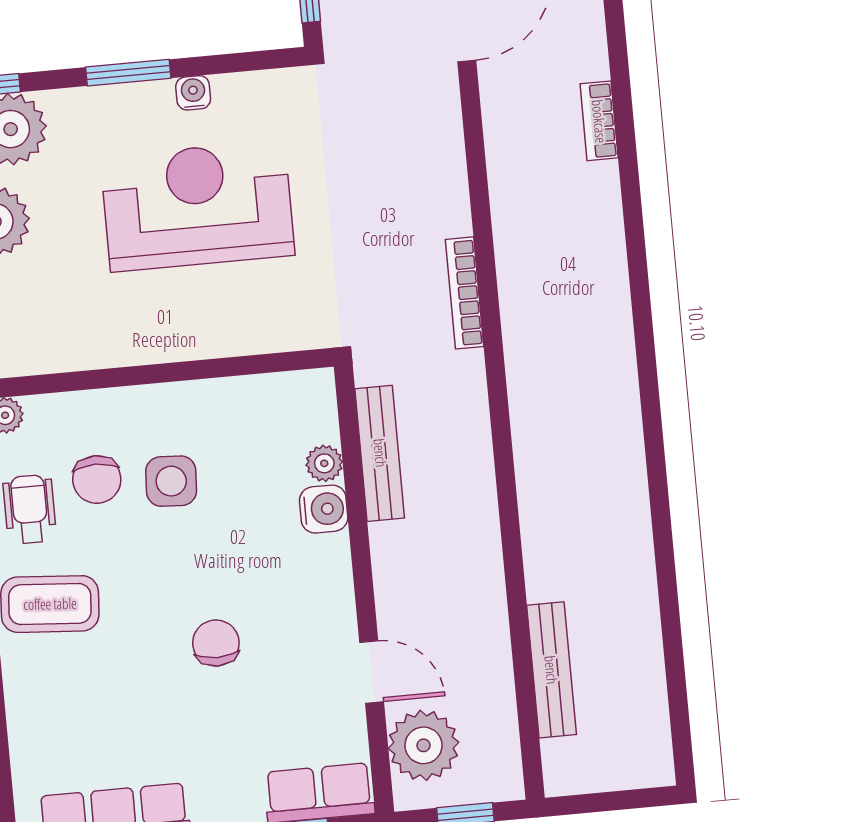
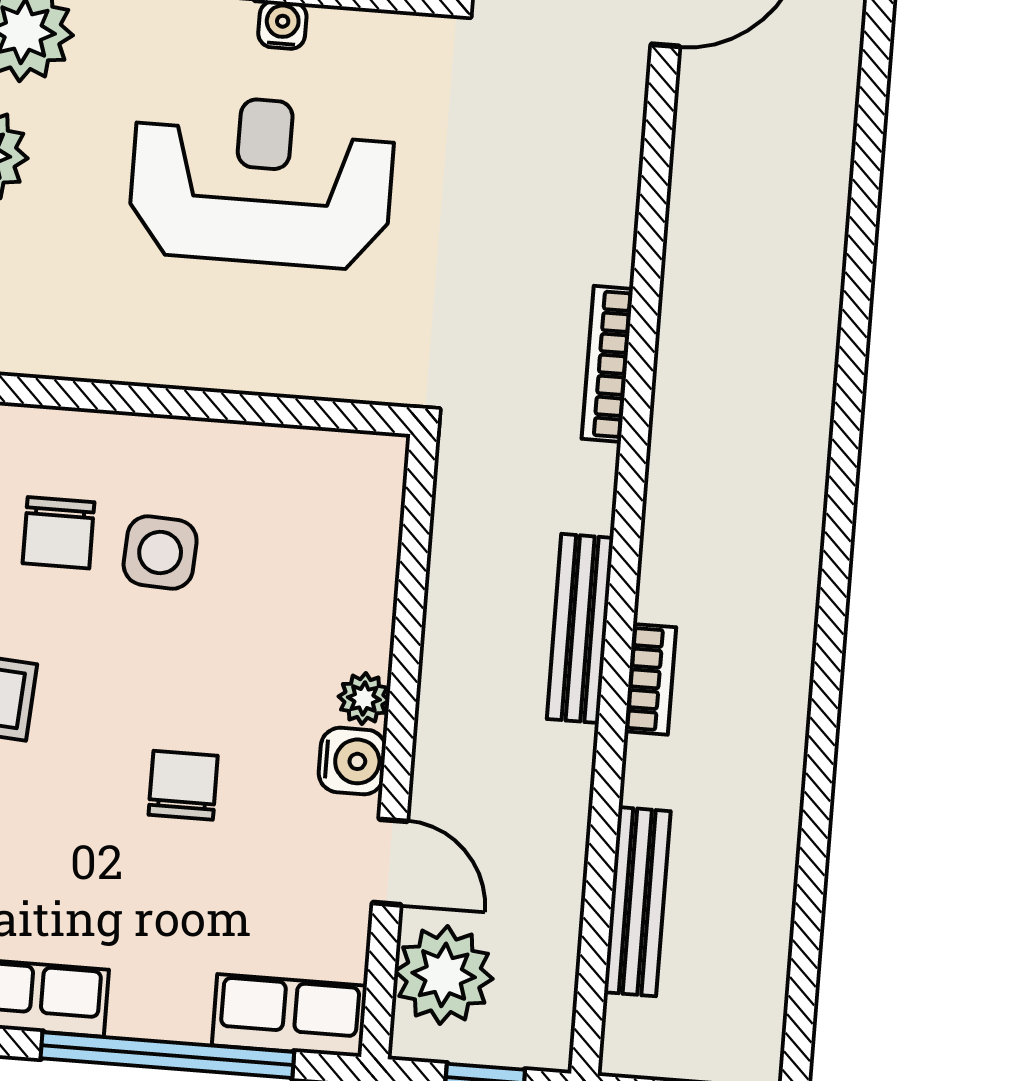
bookcase: (599, 121) -> (650, 679), moved, turned 180
bench: (380, 453) -> (580, 628), moved
plant: (324, 463) -> (364, 698), moved
water cooler: (324, 509) -> (352, 761), moved

